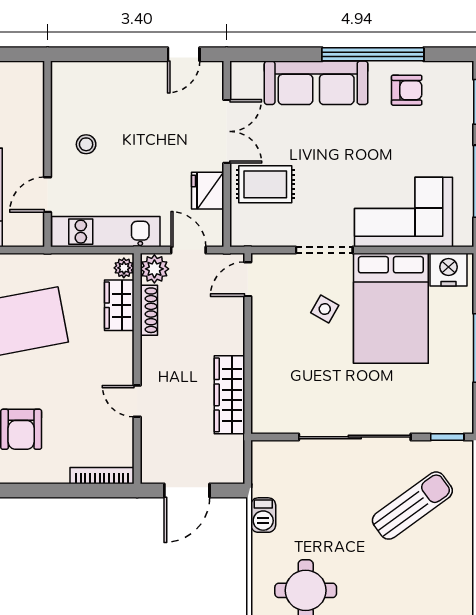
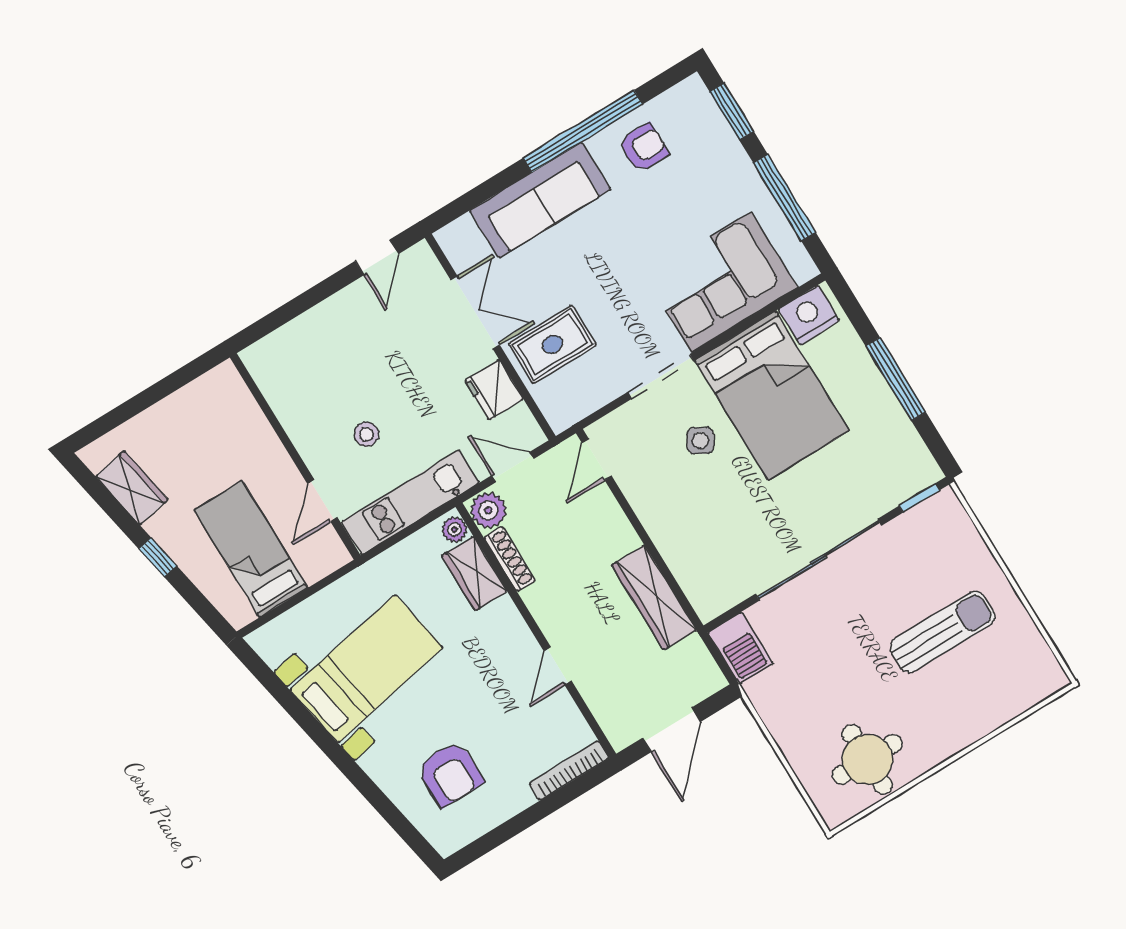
stool: (86, 144) -> (366, 434), moved
door: (137, 401) -> (558, 666), hinge flipped
sun lounger: (412, 506) -> (942, 632), moved, turned 36
barbecue: (263, 515) -> (740, 648), moved, width x1.38, depth x1.27

